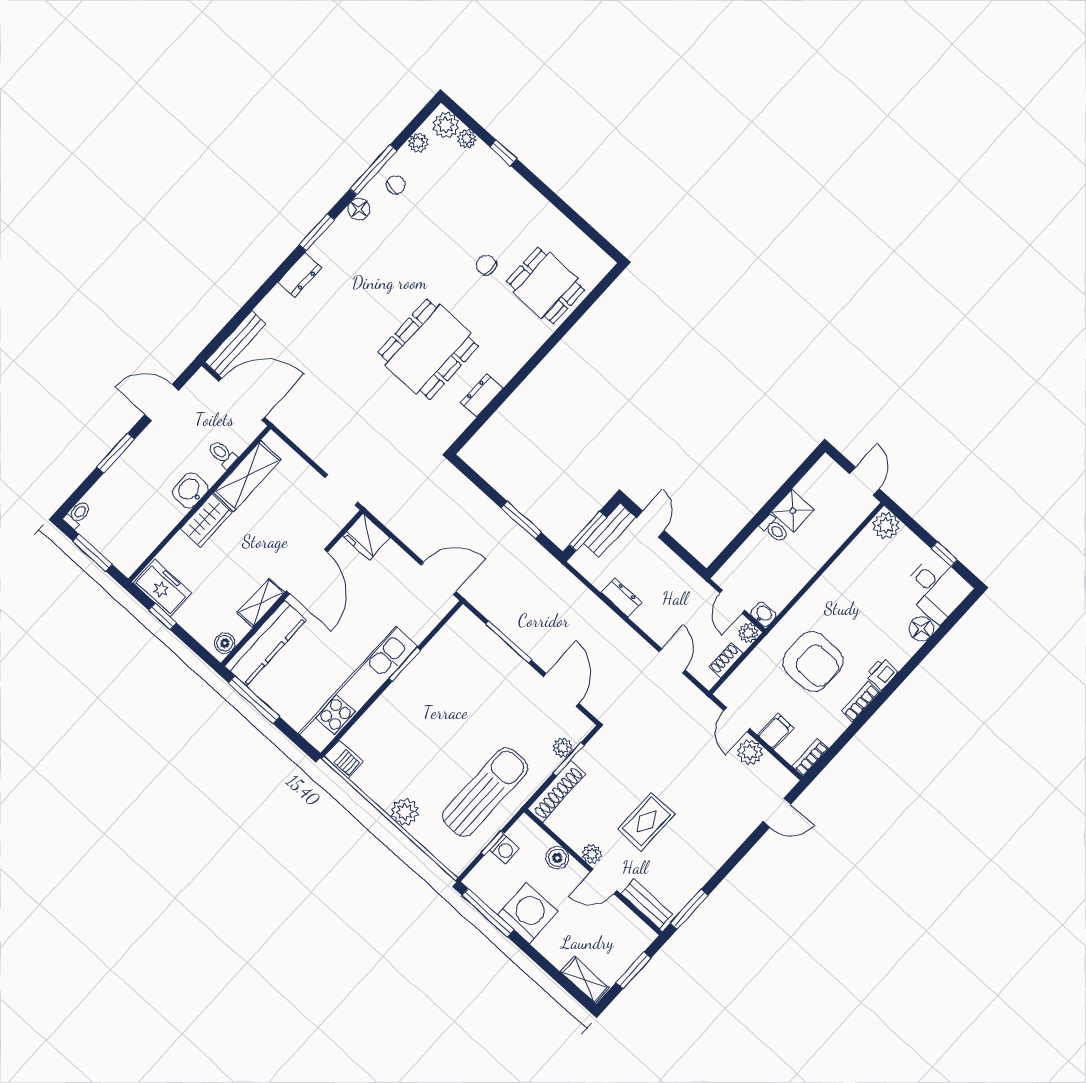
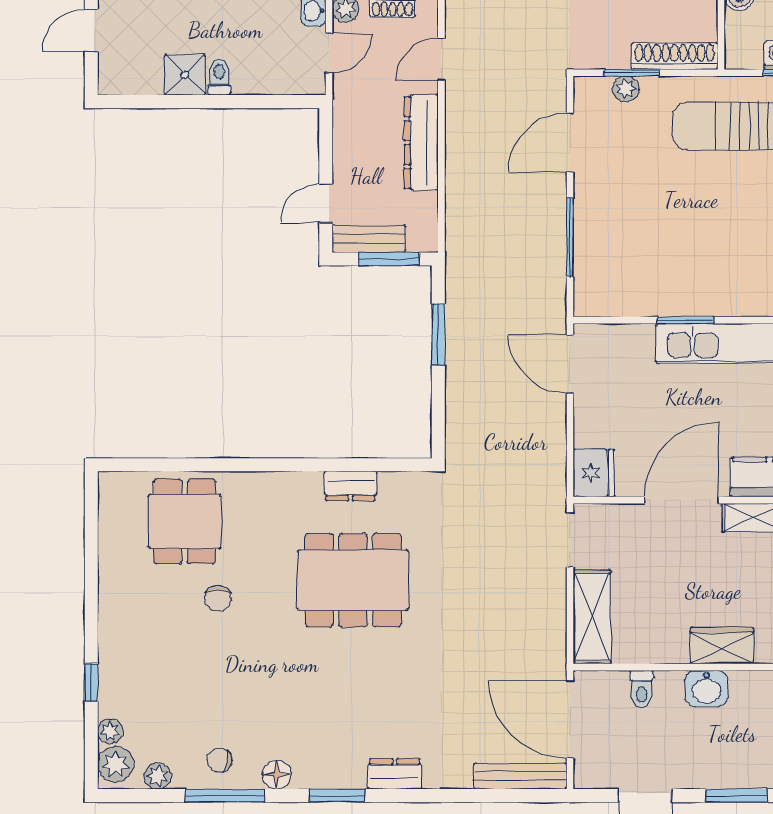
shelving: (247, 476) -> (592, 617), moved, turned 90
dresser: (621, 598) -> (421, 143), width x1.96, depth x1.24

